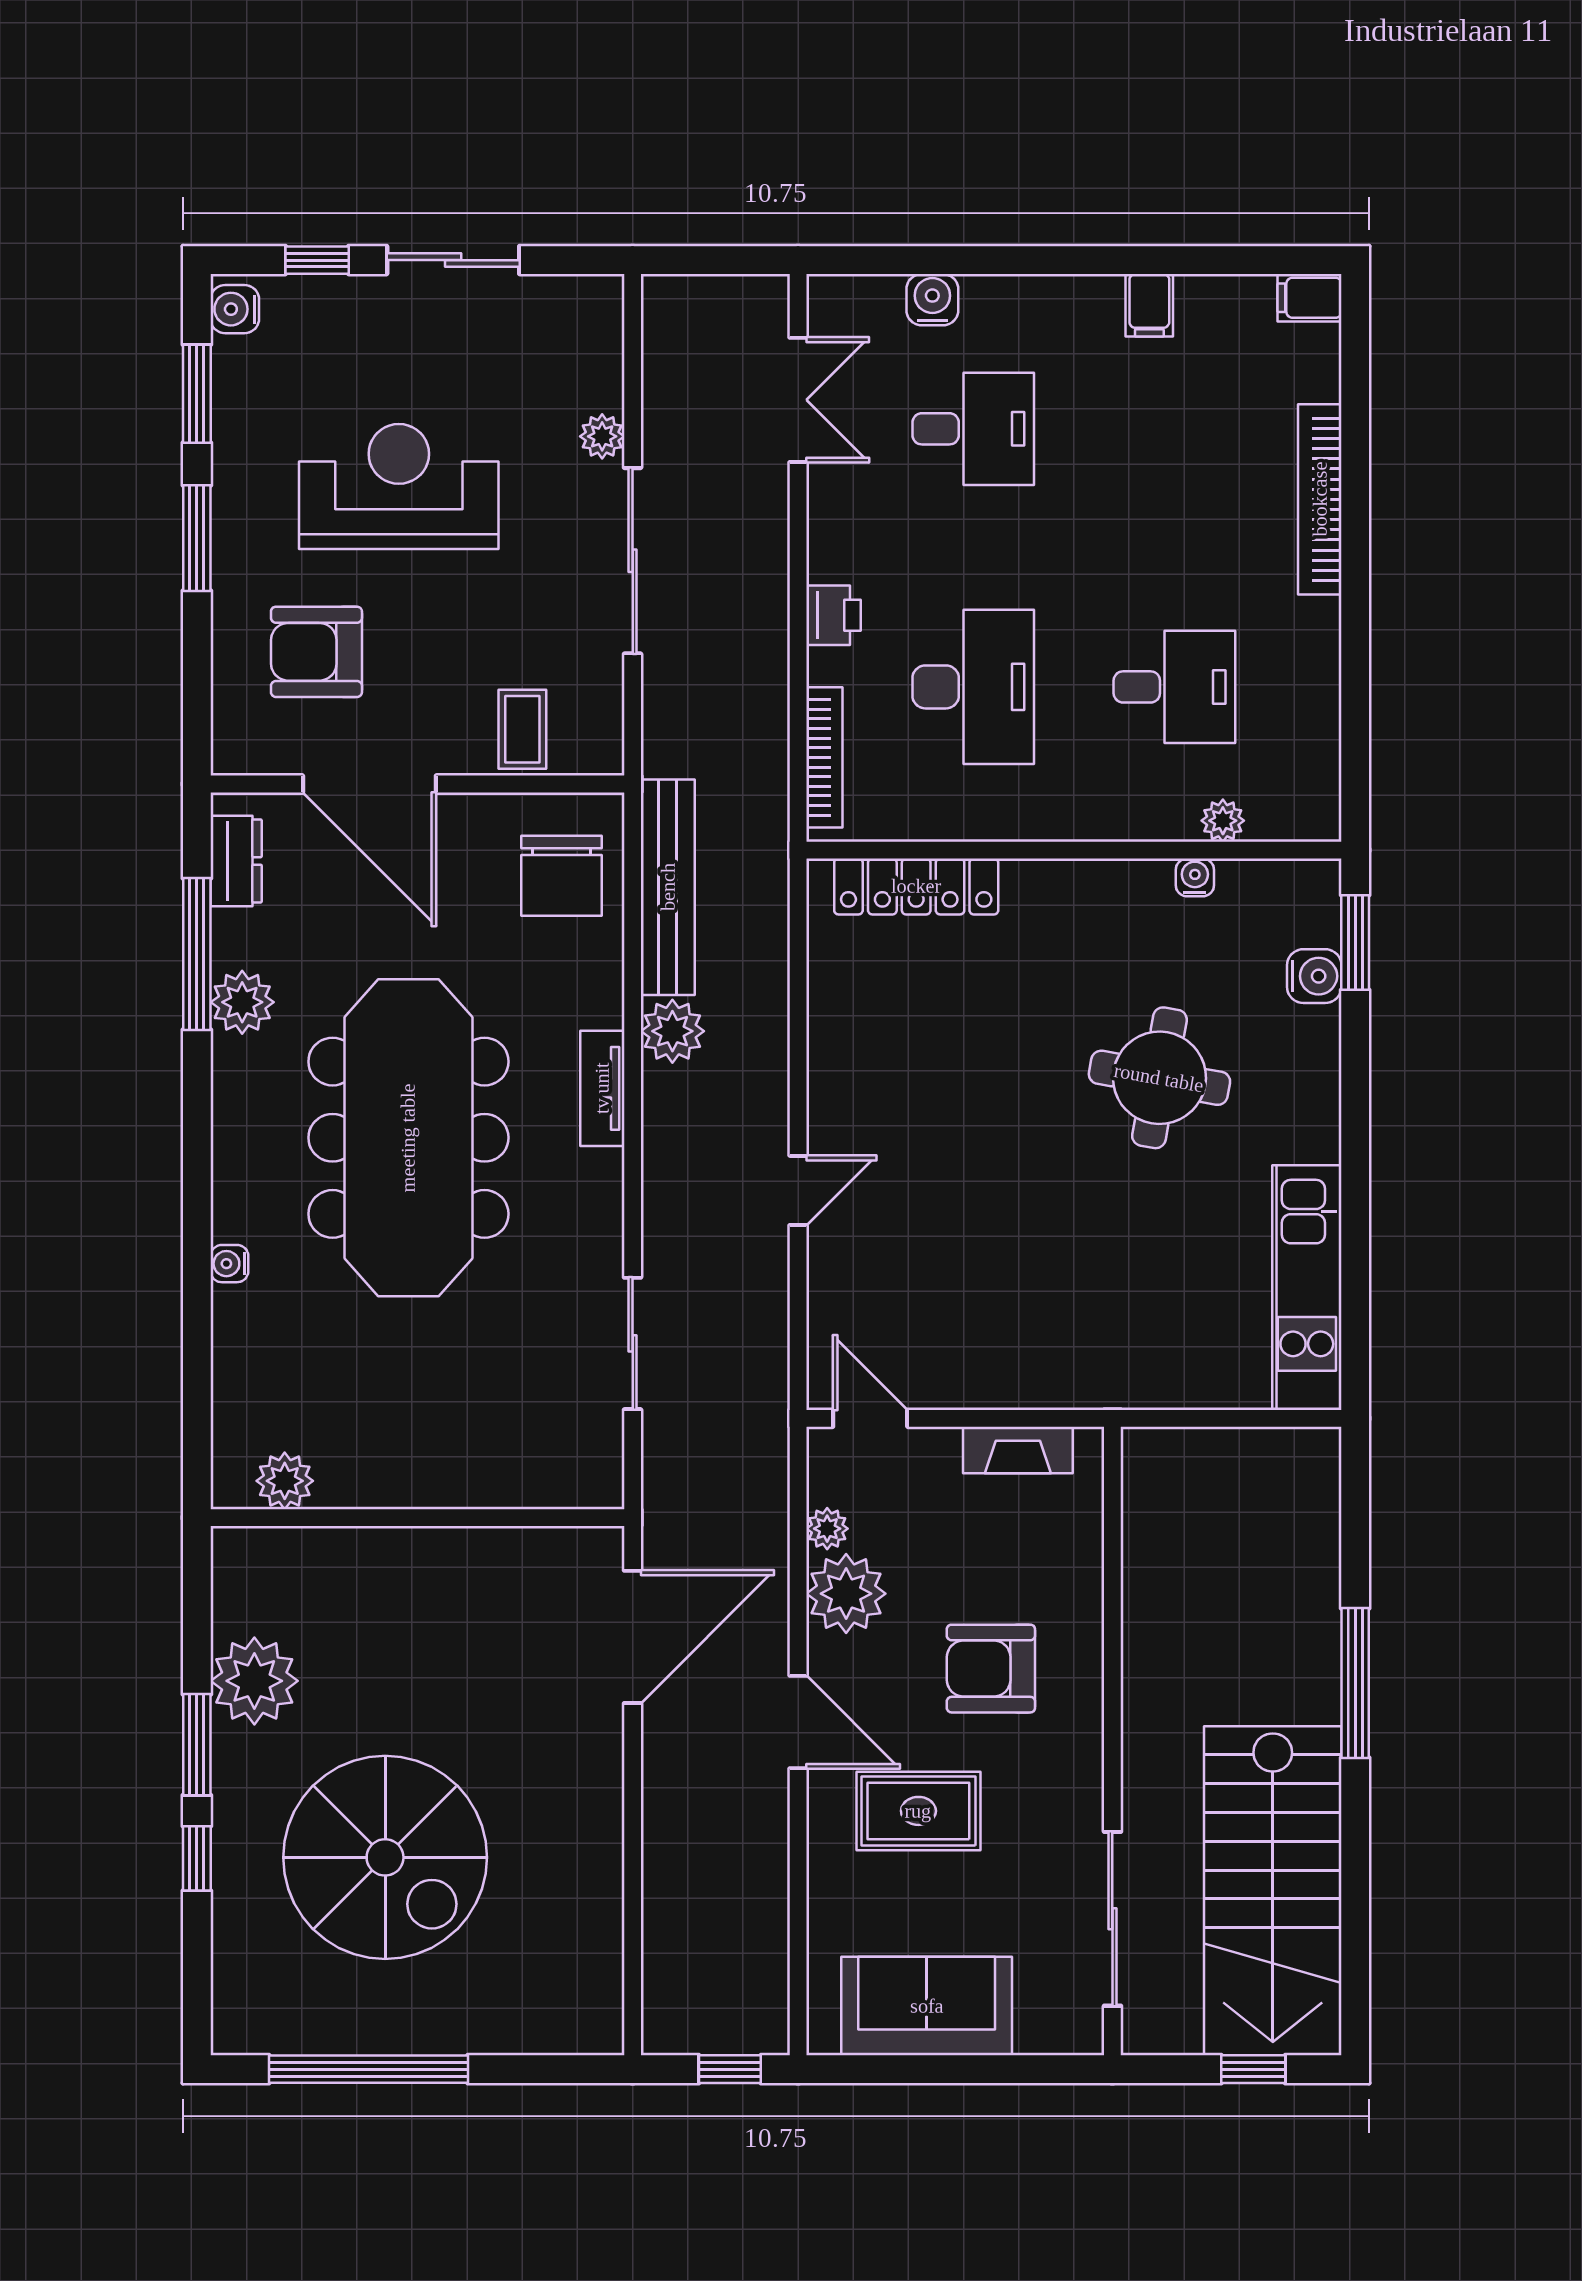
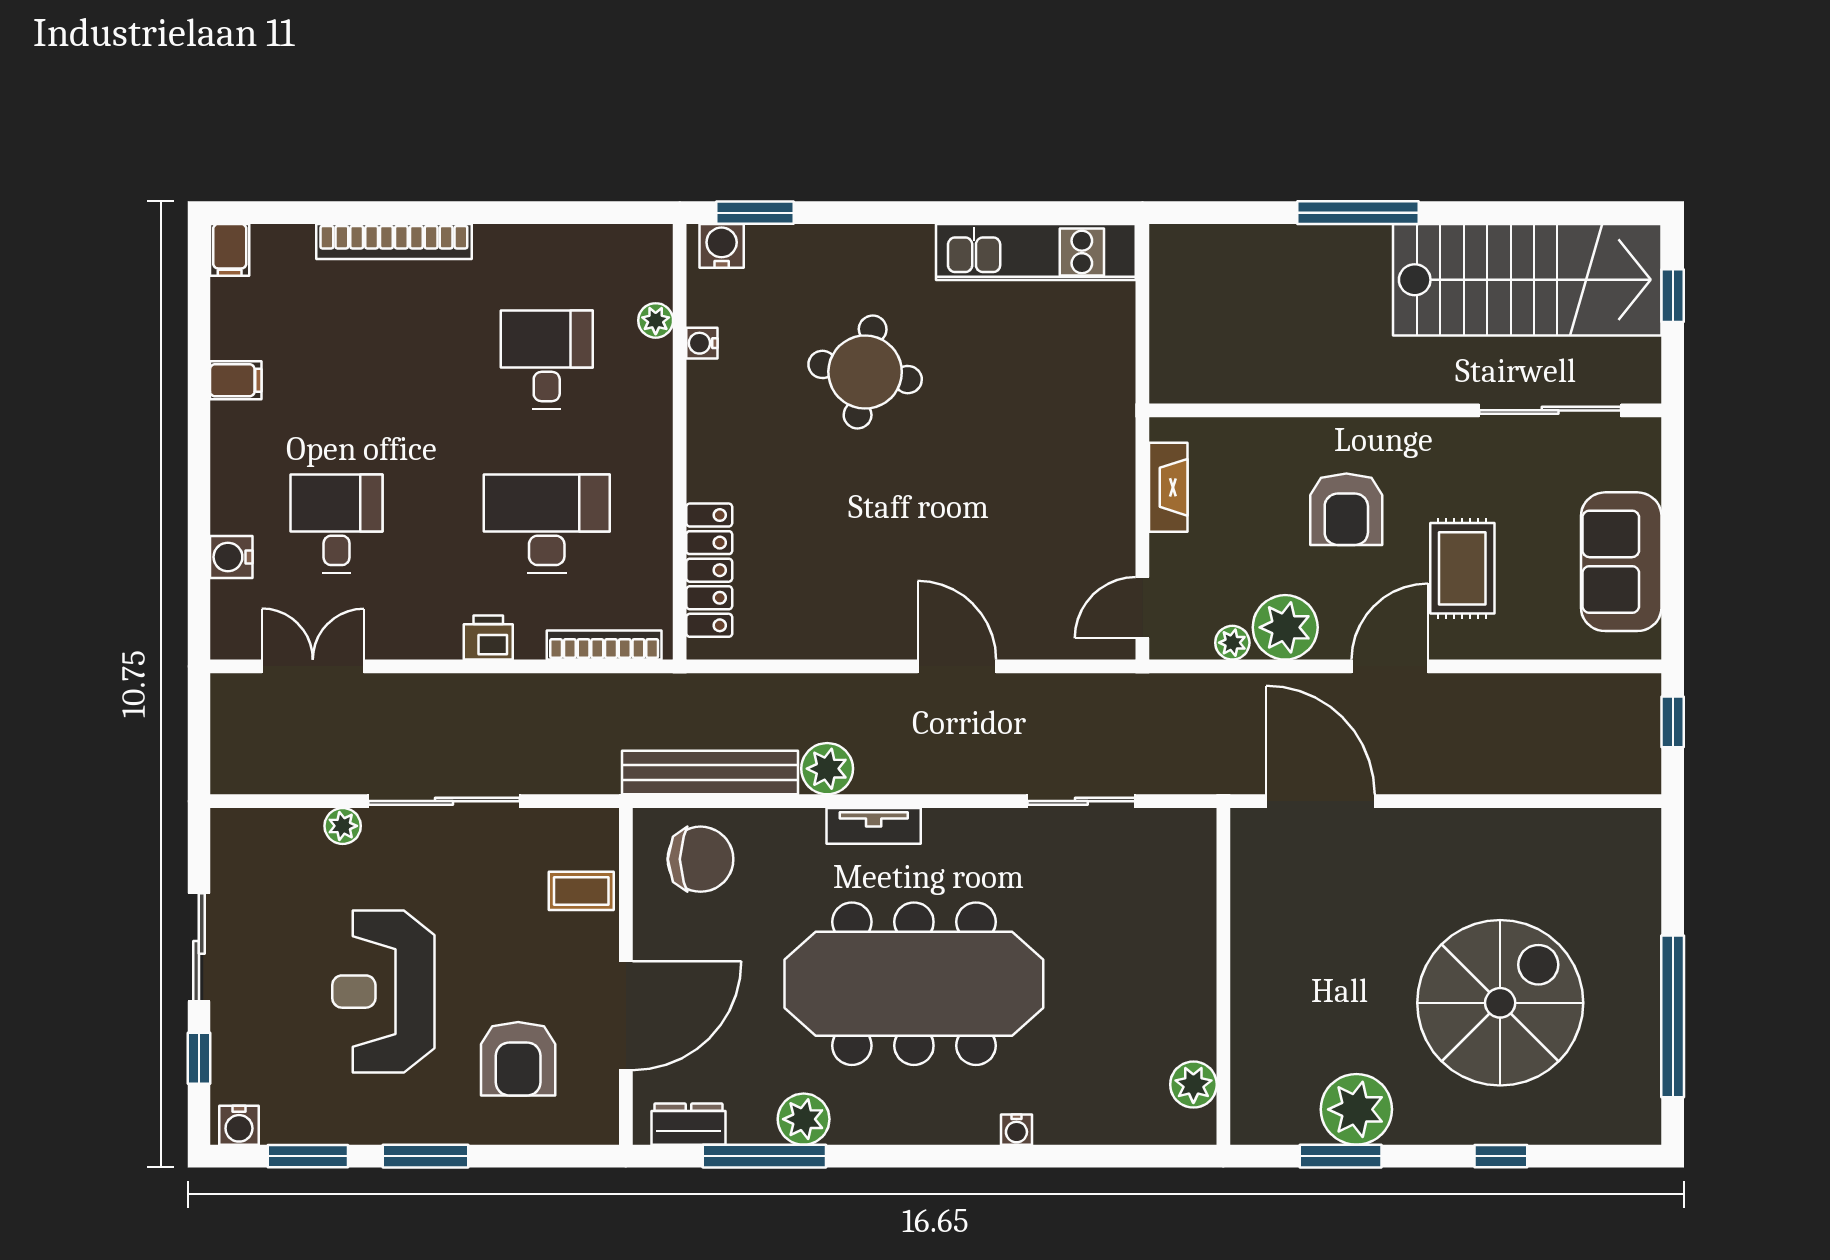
water cooler: (1314, 976) -> (722, 246), moved
door: (798, 1190) -> (957, 666), width x1.38
window: (197, 1745) -> (1341, 1156), moved

